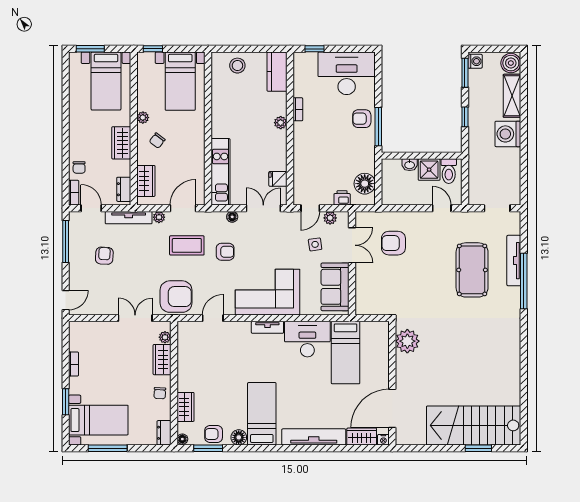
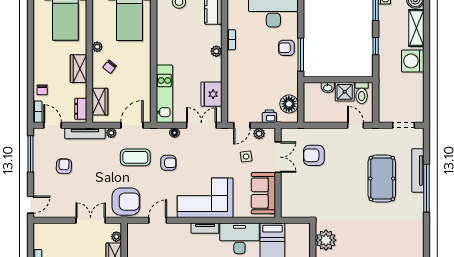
fridge: (278, 179) -> (211, 94), width x1.88, depth x1.34

